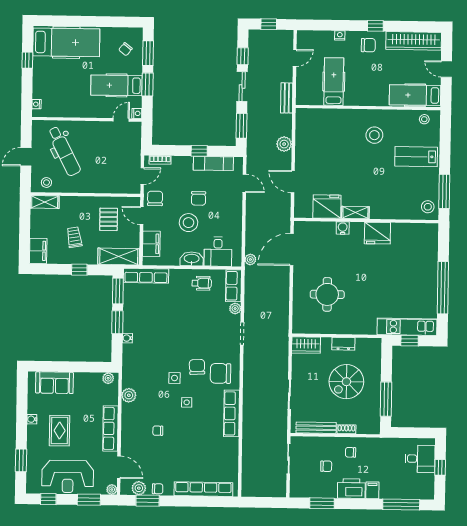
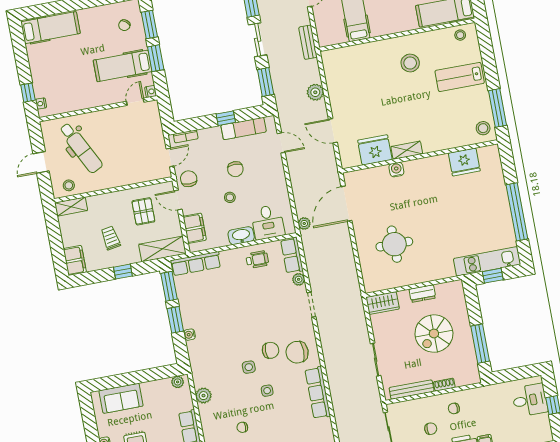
hospital bed: (66, 42) -> (50, 28), width x0.73, depth x0.78
window: (27, 60) -> (28, 93), moved
stool: (188, 223) -> (230, 197), width x0.53, depth x0.53
fridge: (377, 233) -> (464, 162), moved
chair: (197, 367) -> (271, 350), turned 93

